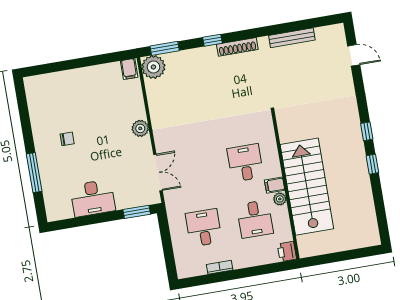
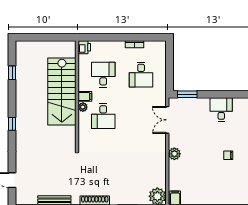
window: (372, 164) -> (12, 73), moved
desk: (93, 198) -> (221, 110), width x0.73
plant: (280, 199) -> (83, 107), moved

